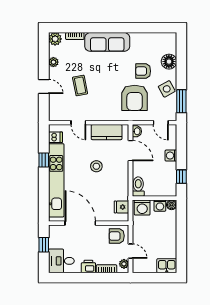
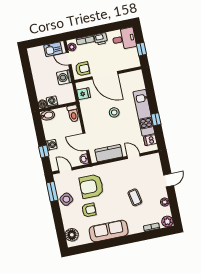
sofa: (107, 42) -> (109, 231), moved
floor lamp: (169, 62) -> (72, 235), moved
door: (44, 86) -> (169, 180), swing flipped
coffee table: (80, 86) -> (135, 197), moved
armchair: (135, 98) -> (91, 186), turned -90
stool: (96, 166) -> (114, 112), moved
window: (181, 177) -> (44, 151), moved
kitchen unit: (56, 180) -> (144, 113), width x0.73
bidet: (168, 191) -> (48, 115), added
washing machine: (142, 208) -> (64, 77), moved, turned -90
door: (80, 223) -> (105, 75), moved
kitchen sink: (167, 266) -> (53, 49), moved

